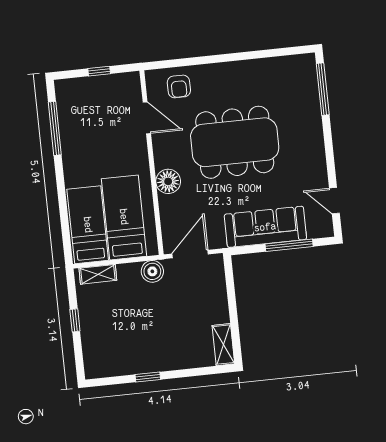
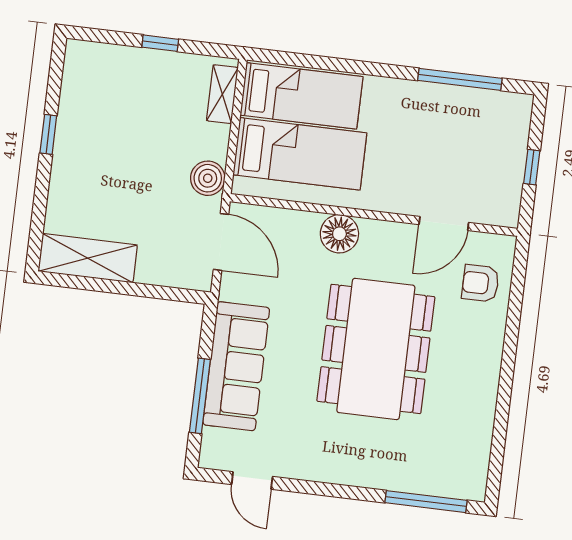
door: (334, 201) -> (252, 481), swing flipped
shelving: (223, 345) -> (88, 258), width x1.50, depth x1.33

